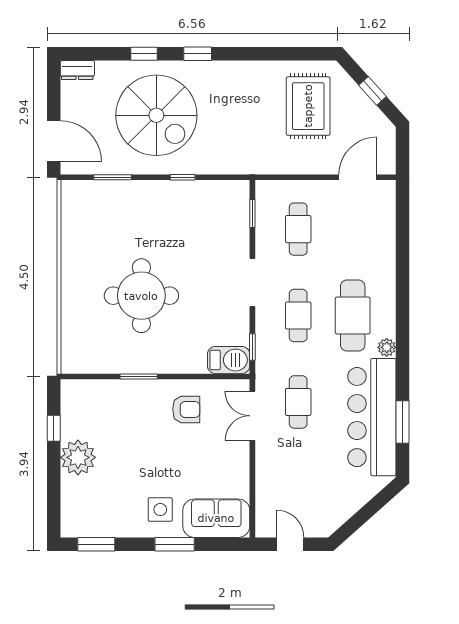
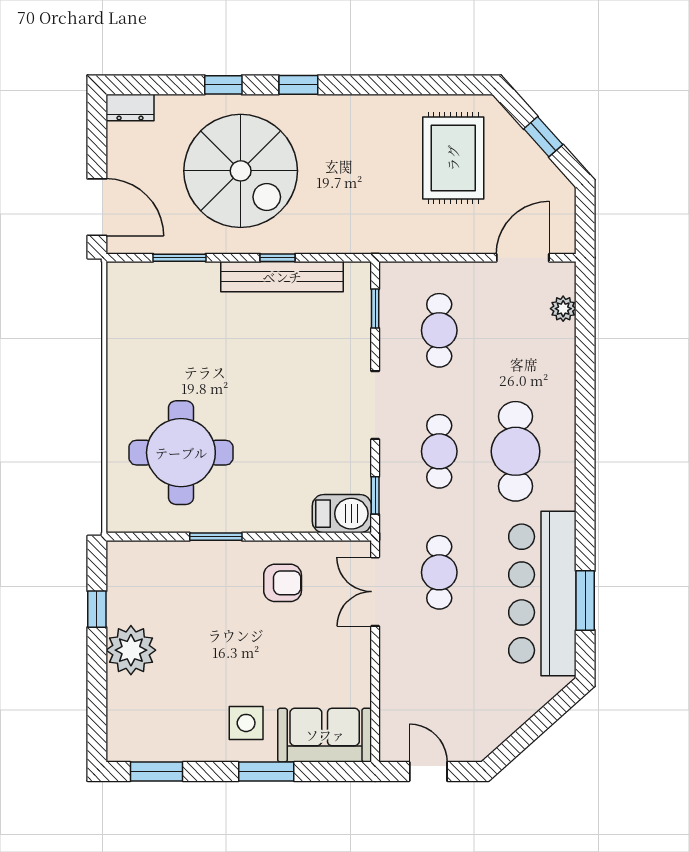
bench: (186, 191) -> (282, 277), added
round table: (141, 296) -> (181, 453), moved
plant: (387, 347) -> (563, 309), moved

